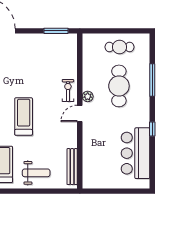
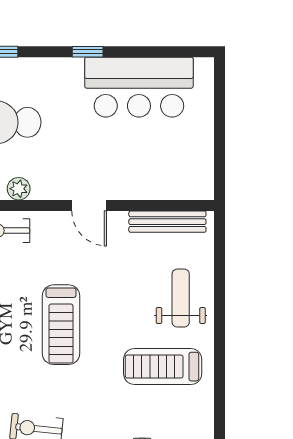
door: (80, 114) -> (89, 205), moved
treadmill: (24, 116) -> (61, 325), turned -90

